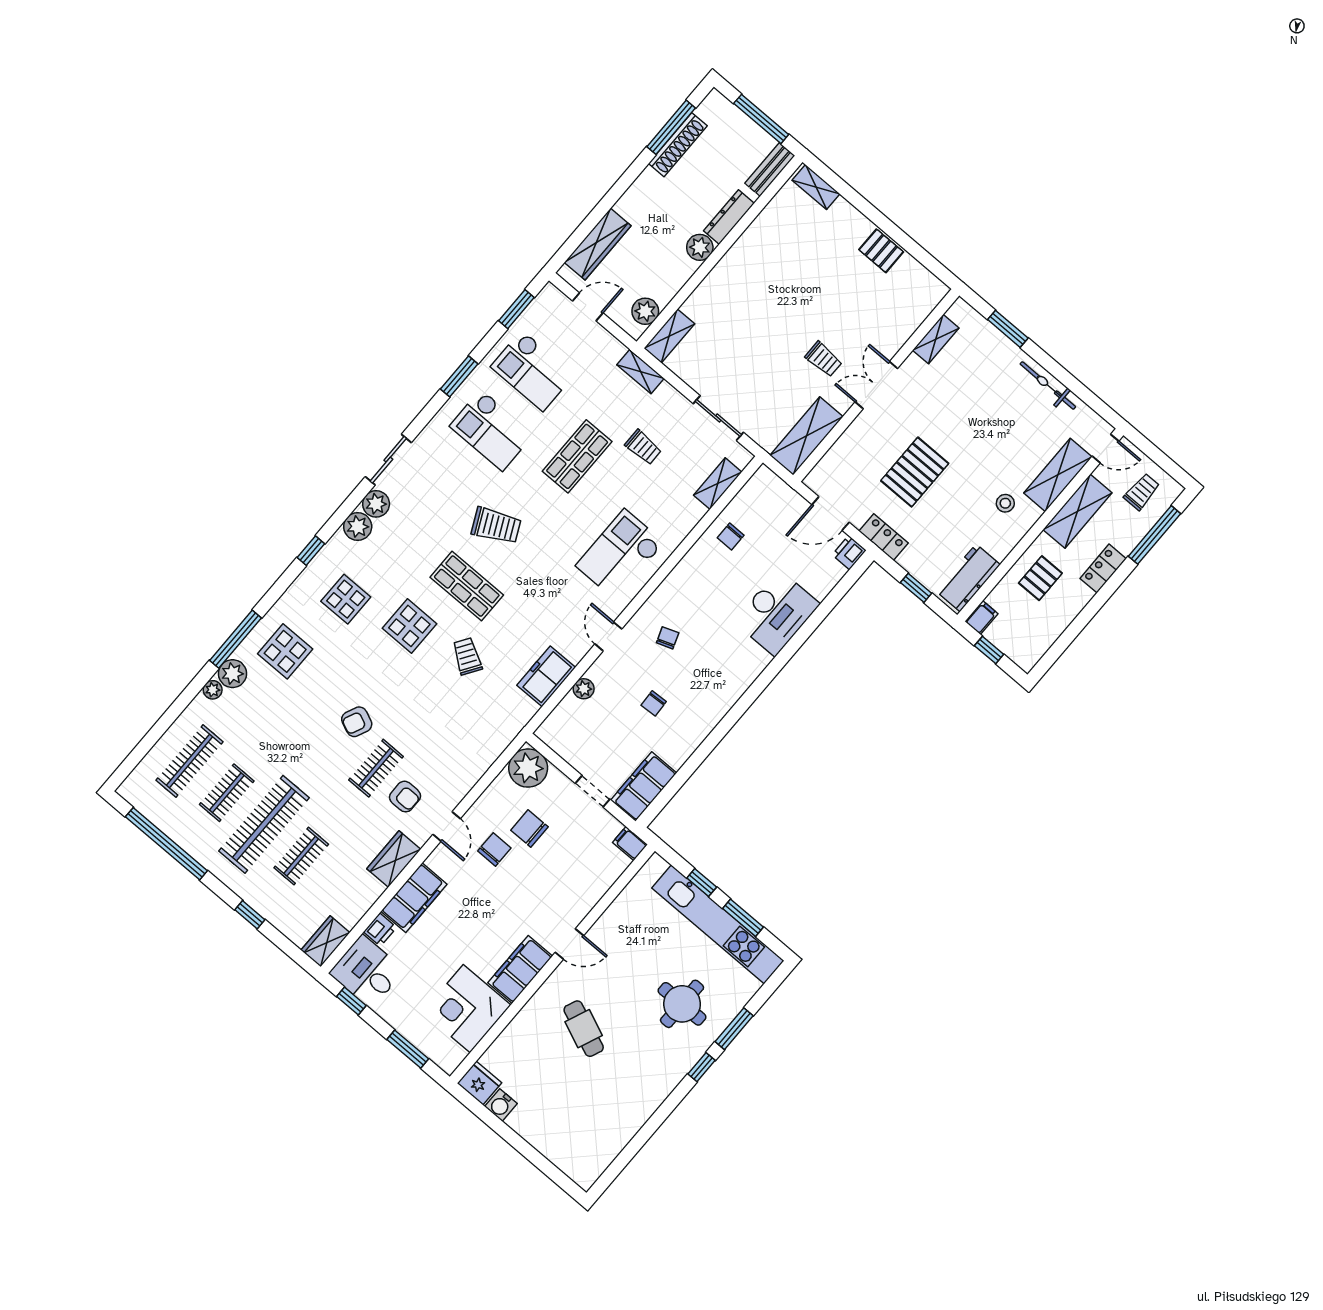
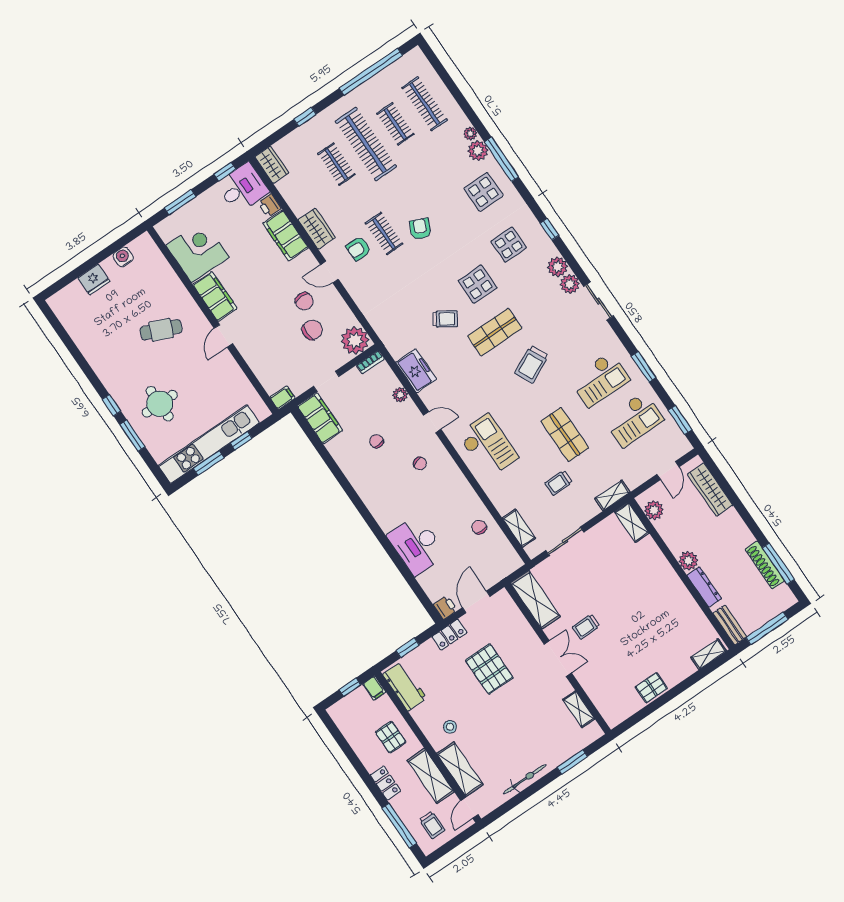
checkout: (533, 371) -> (634, 420), turned 180
checkout: (492, 430) -> (600, 380), turned 180
bookcase: (551, 740) -> (370, 362), added
fridge: (479, 1083) -> (94, 280), moved

